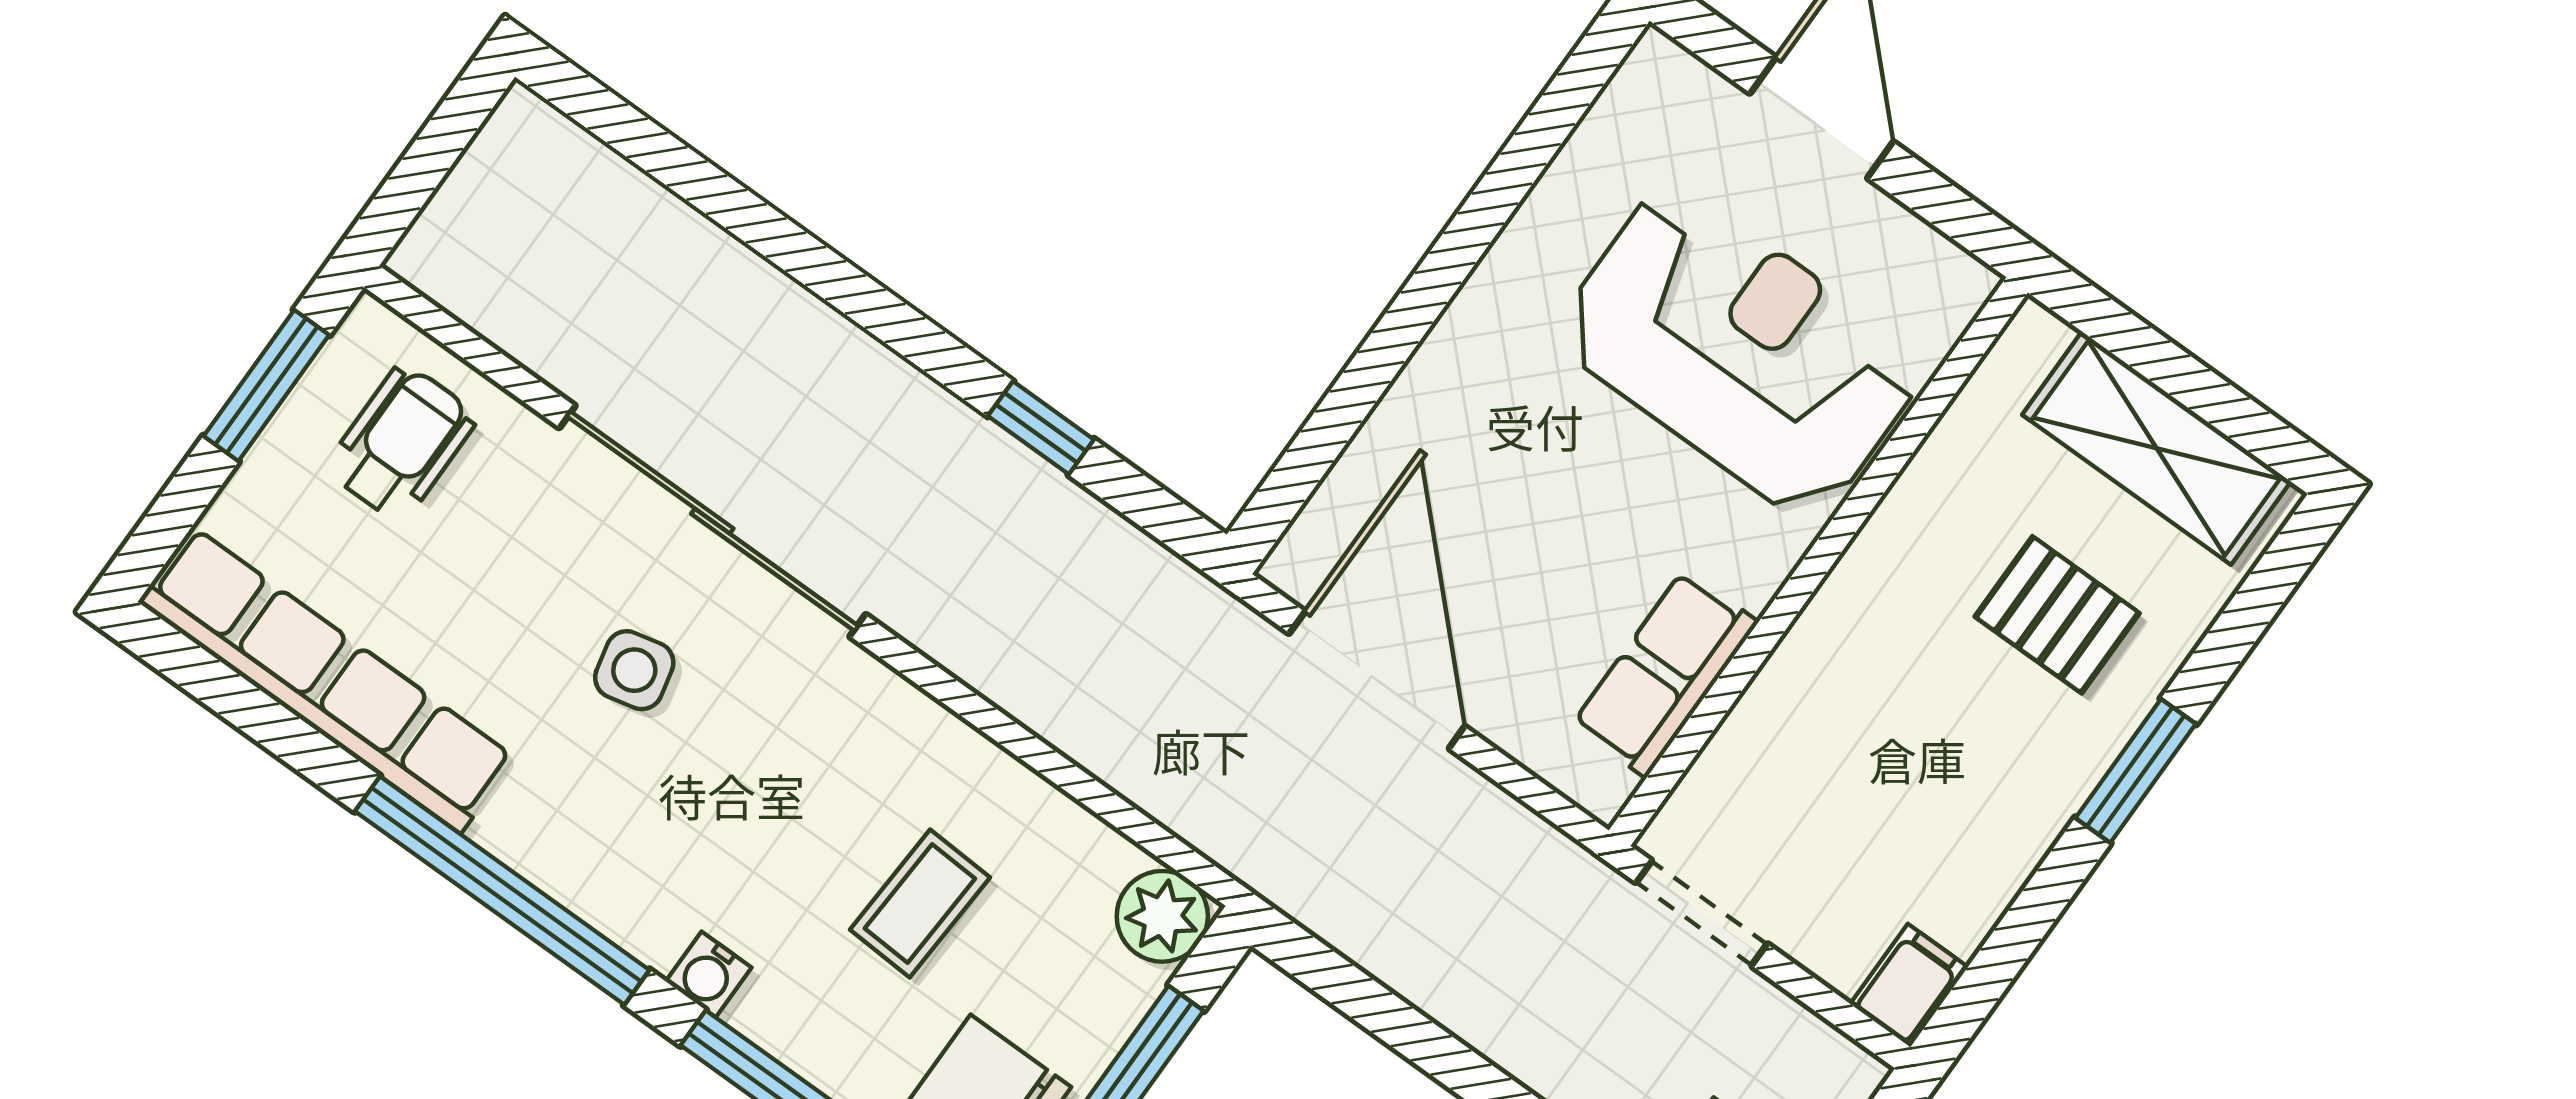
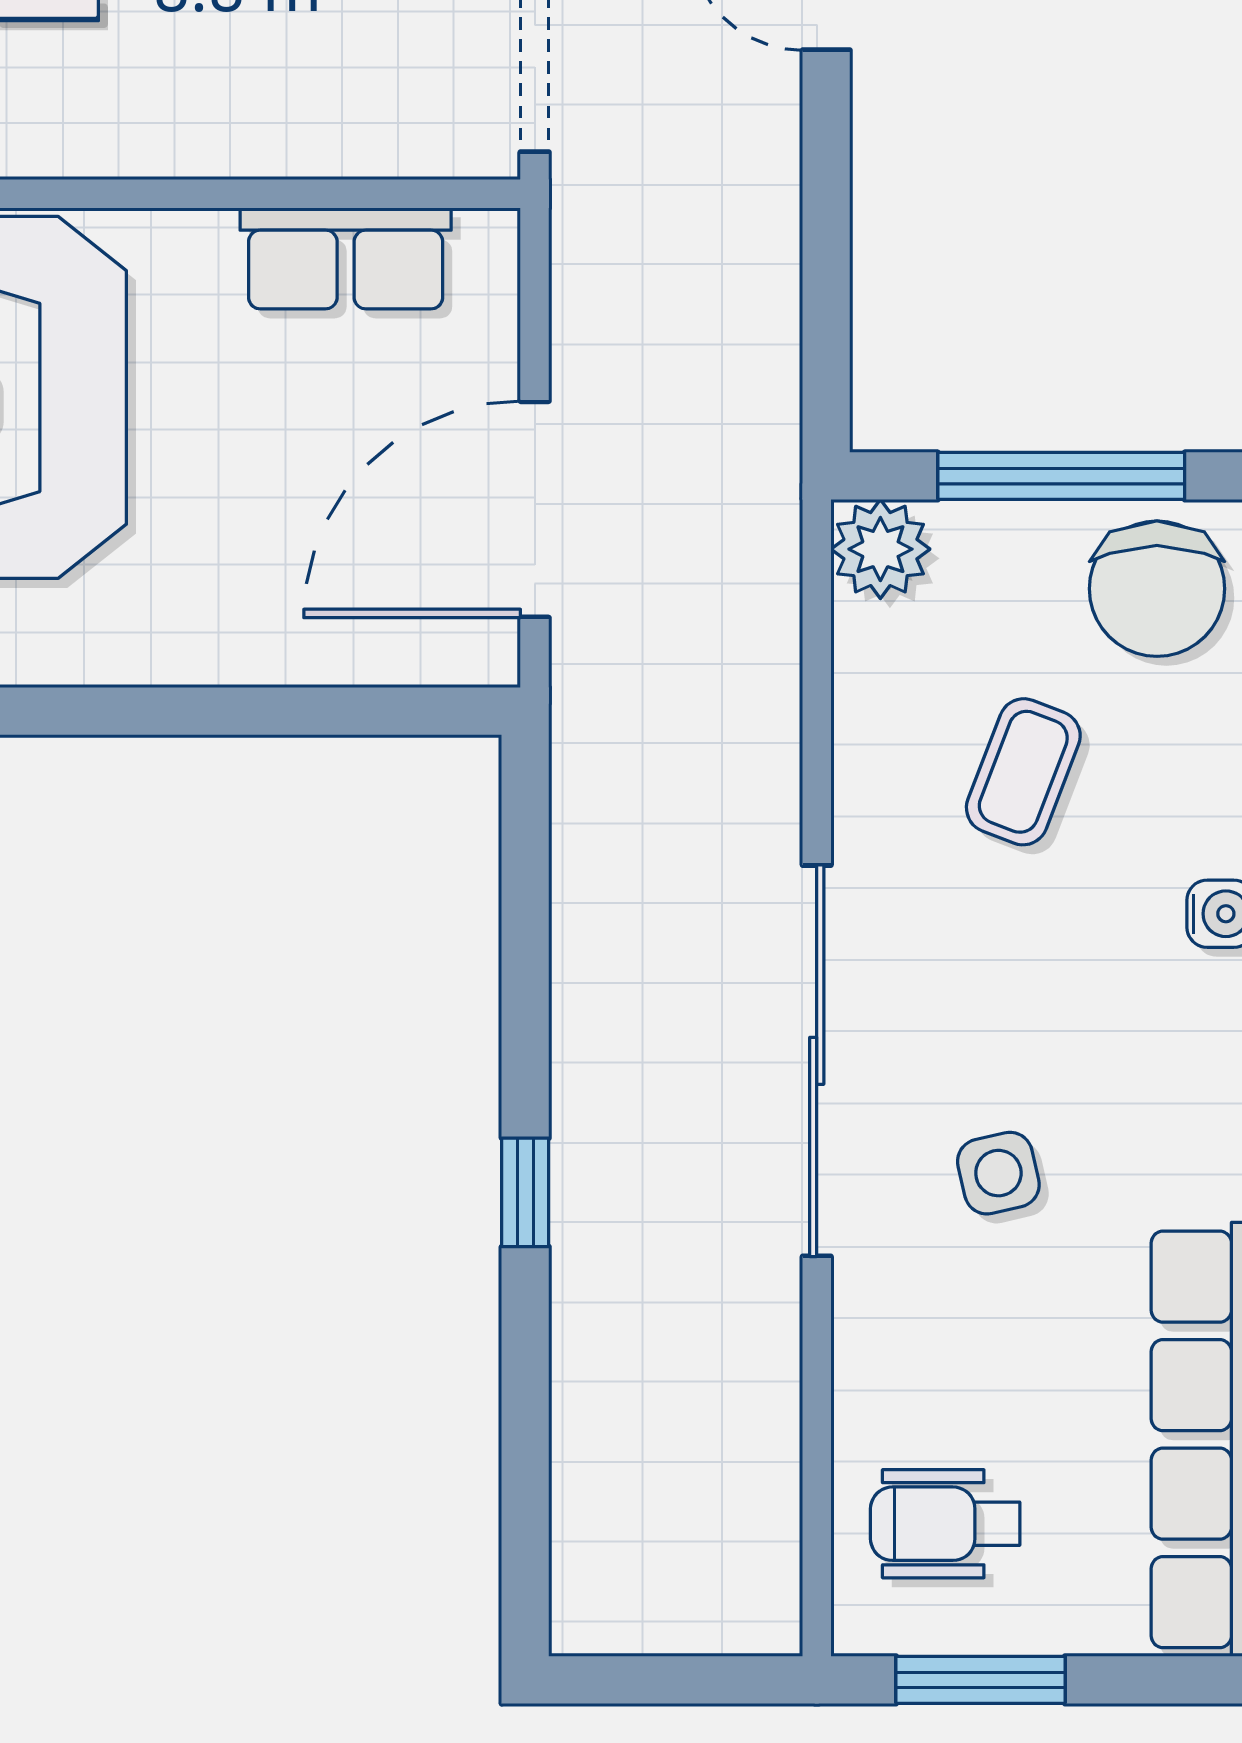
window: (1041, 428) -> (525, 1192), moved
sliding door: (712, 521) -> (817, 1061), moved
coffee table: (920, 903) -> (1023, 772), turned -72

